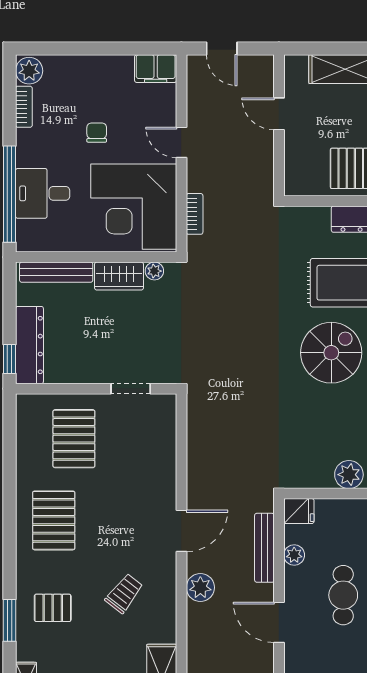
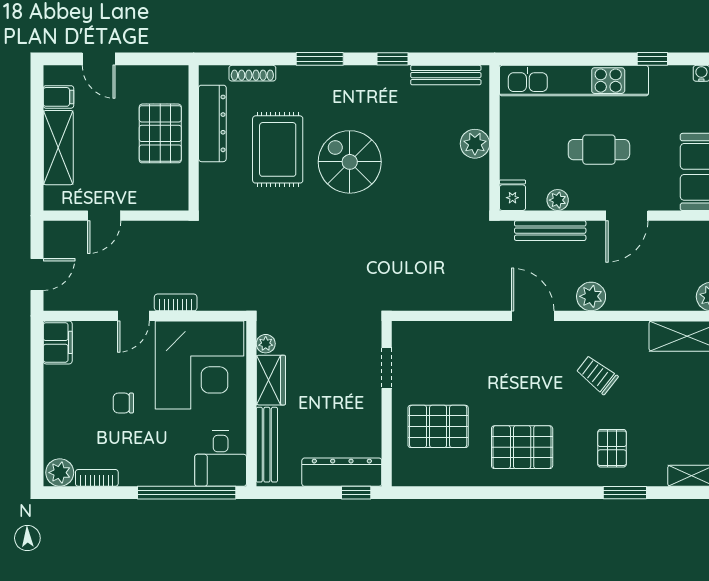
desk: (43, 193) -> (221, 459), moved
bookcase: (195, 214) -> (176, 302), moved

